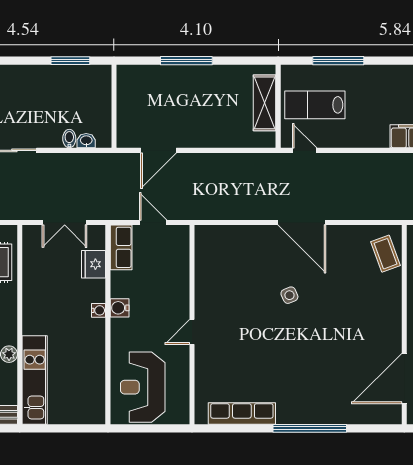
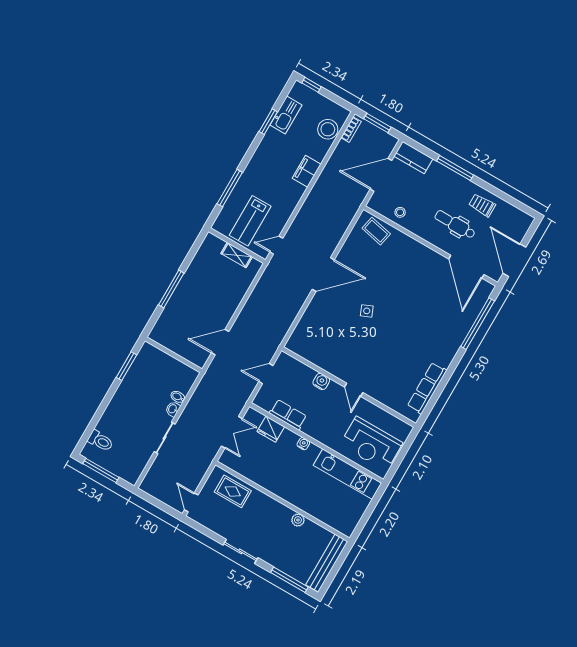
shelving: (265, 103) -> (237, 255), width x0.67, depth x0.75
washbasin: (86, 141) -> (173, 409), moved
door: (158, 150) -> (220, 342), swing flipped
row of seats: (121, 247) -> (288, 415), moved
coffee table: (385, 254) -> (376, 231), turned 32
water cooler: (120, 308) -> (321, 381), moved, turned 180
kitchen unit: (35, 380) -> (347, 474), moved, turned 180
window: (310, 428) -> (478, 324), moved

